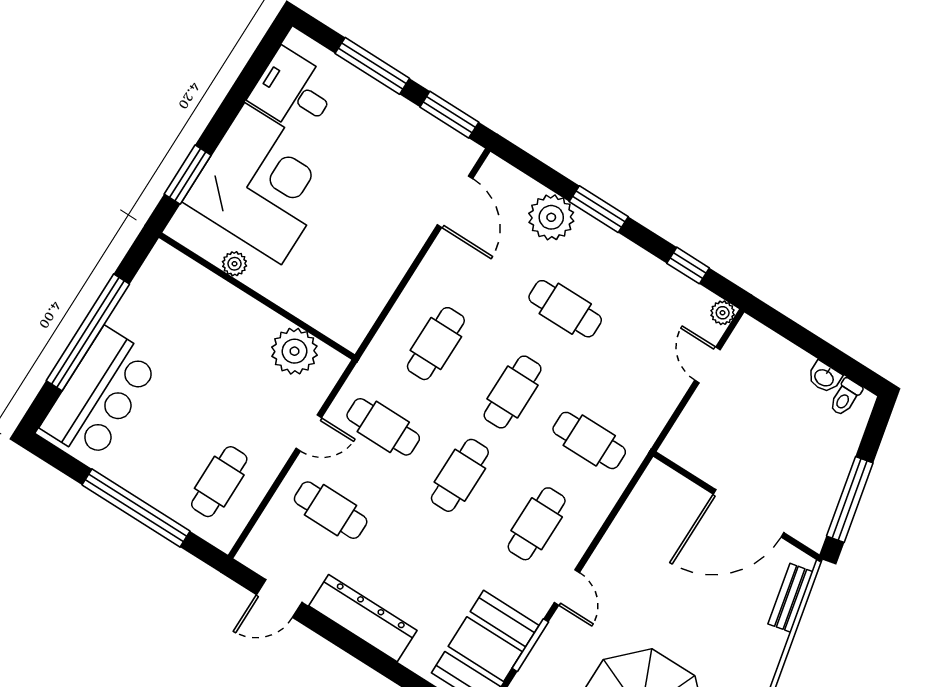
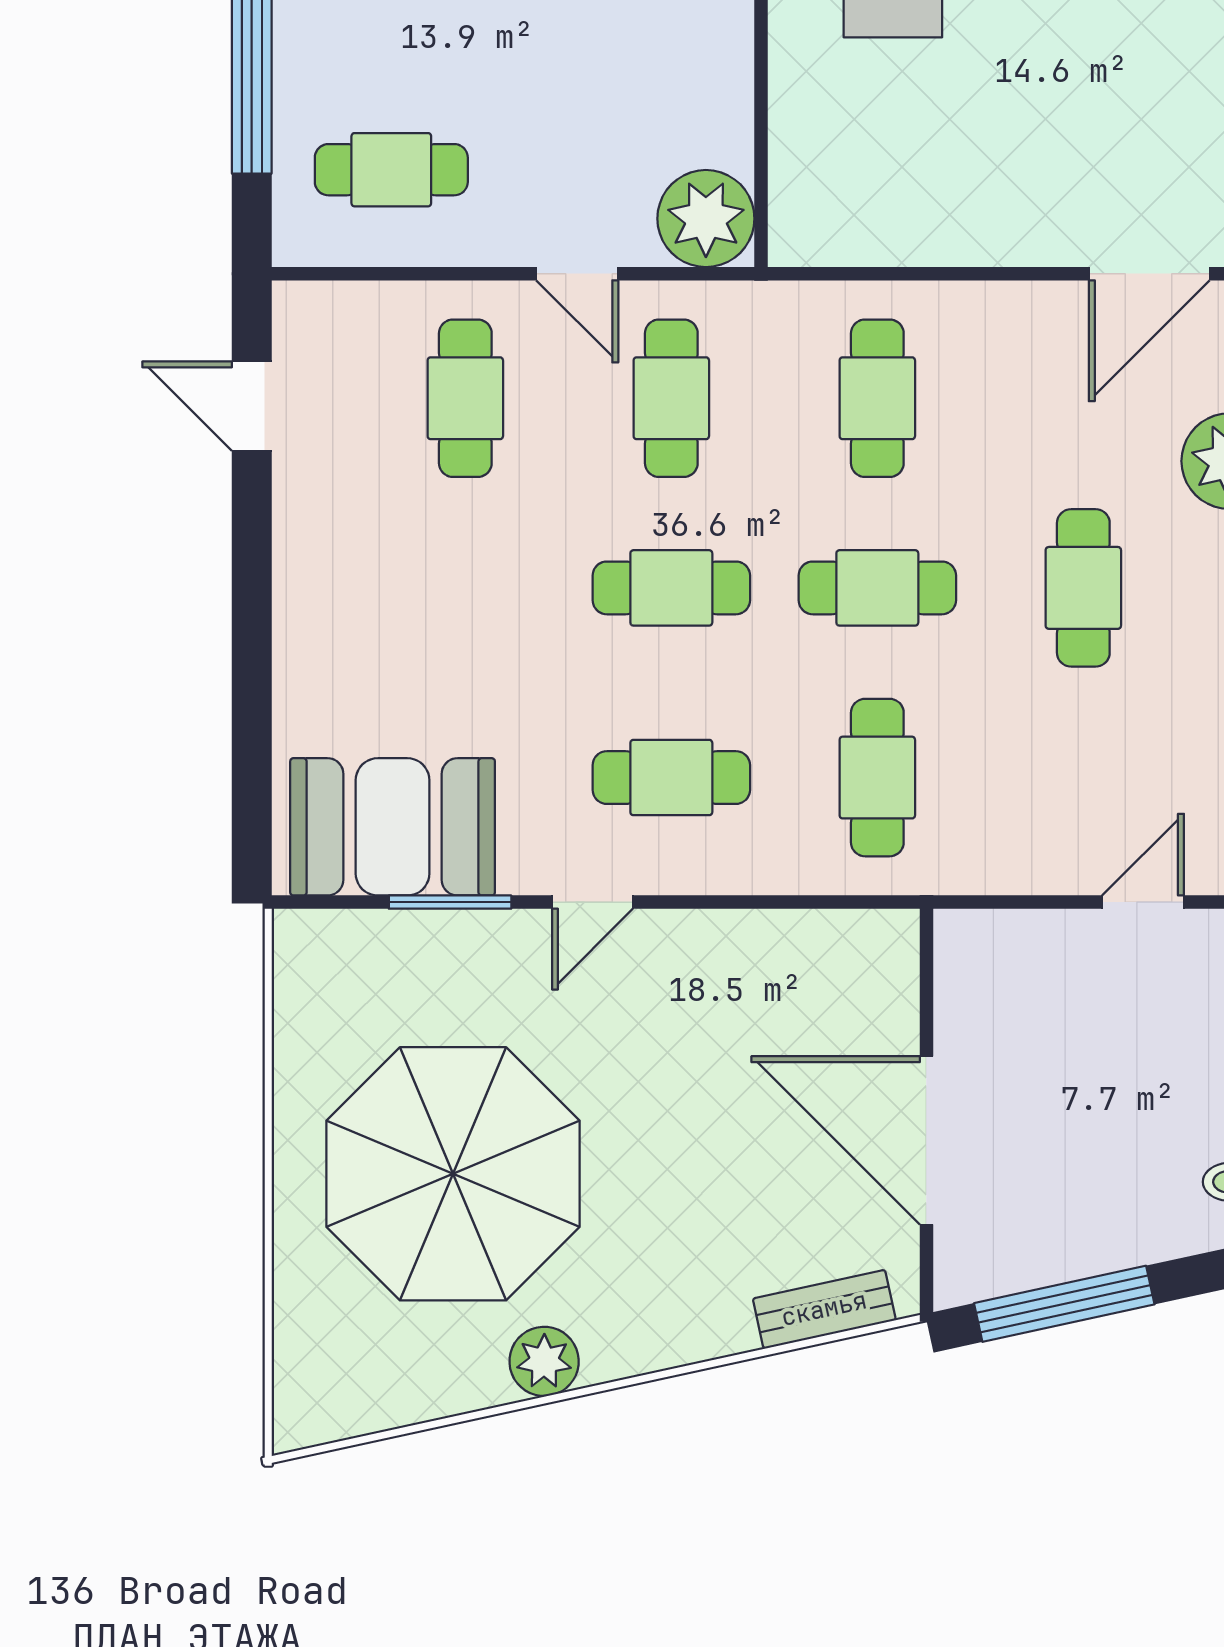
cafe table: (436, 344) -> (877, 398), turned 90
plant: (294, 351) -> (706, 219), moved
dresser: (363, 618) -> (311, 576), removed

